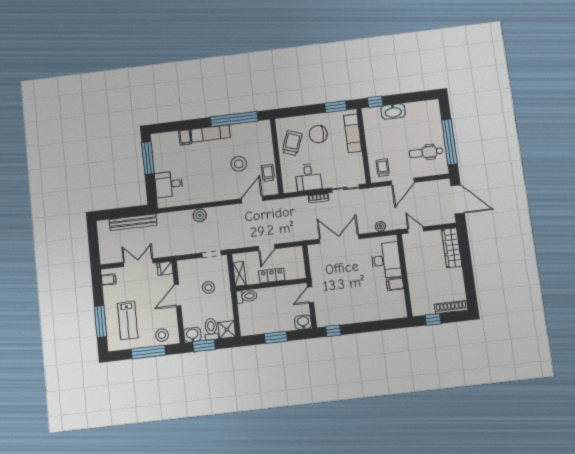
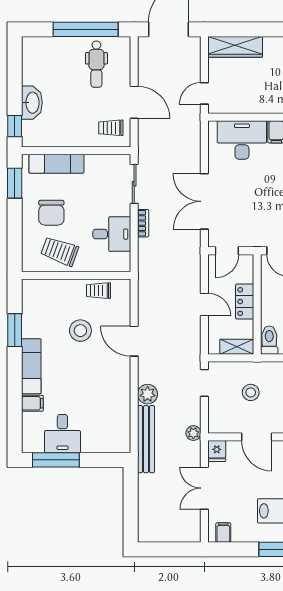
window: (234, 119) -> (15, 330), width x0.47
desk: (169, 184) -> (62, 434), moved
door: (252, 200) -> (134, 341), moved
bench: (133, 222) -> (146, 439), moved
plant: (380, 226) -> (193, 433), moved
door: (306, 259) -> (227, 251), added

